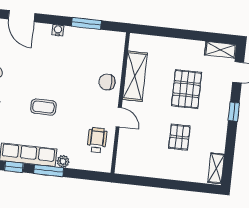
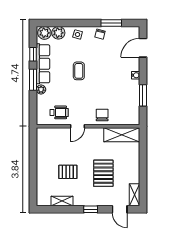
shelving: (135, 76) -> (122, 135), moved
pallet: (187, 89) -> (103, 173), turned 90
shelving: (216, 168) -> (62, 201), moved

